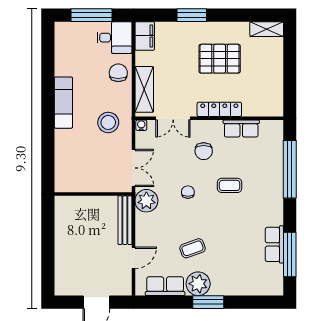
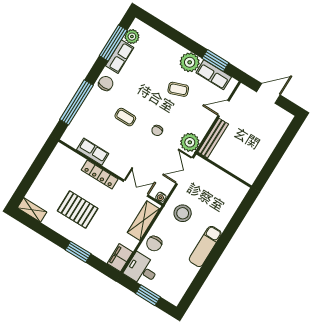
window: (91, 15) -> (148, 295), width x0.69
chair: (204, 151) -> (106, 83), moved
plant: (275, 273) -> (132, 37), added
window: (208, 302) -> (215, 61), moved

